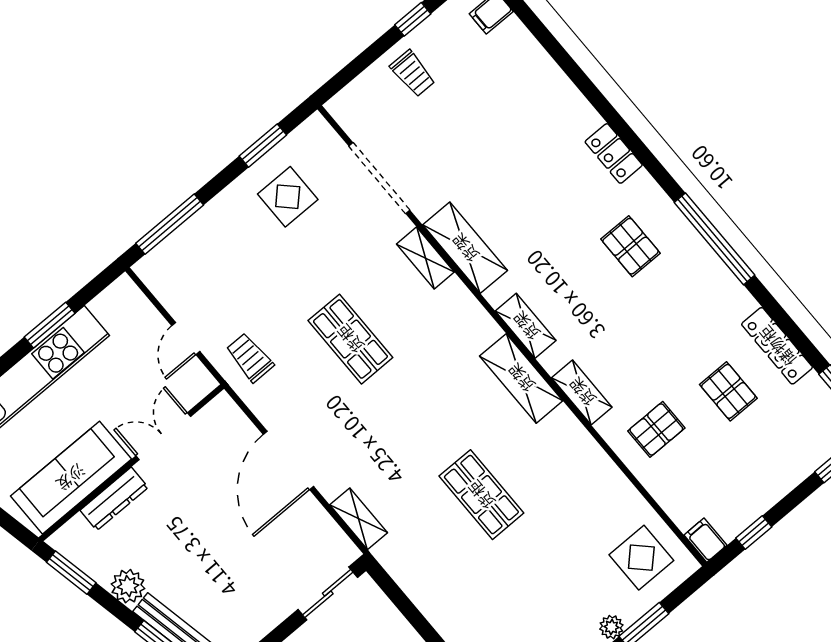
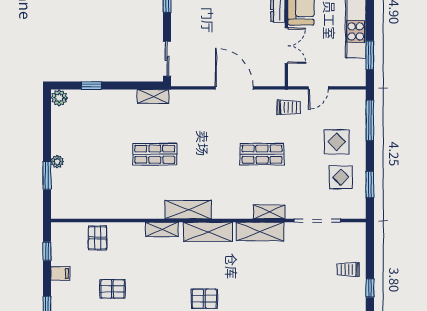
window: (50, 325) -> (370, 55), moved
shelving: (526, 326) -> (208, 232), width x1.50, depth x1.33
door: (186, 338) -> (318, 88), swing flipped
pallet: (656, 429) -> (97, 238), moved
shelving: (359, 519) -> (153, 96), moved
filing cabinet: (705, 540) -> (60, 273), moved
display table: (641, 558) -> (337, 142), moved

